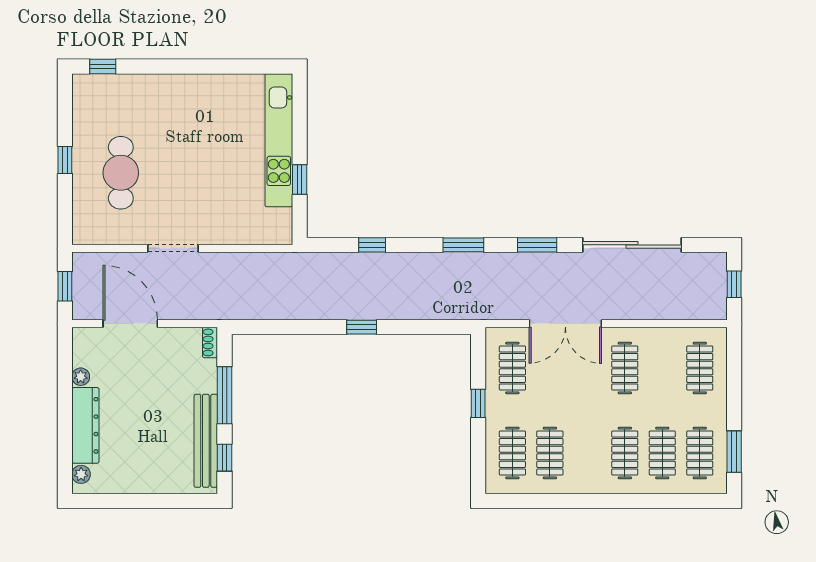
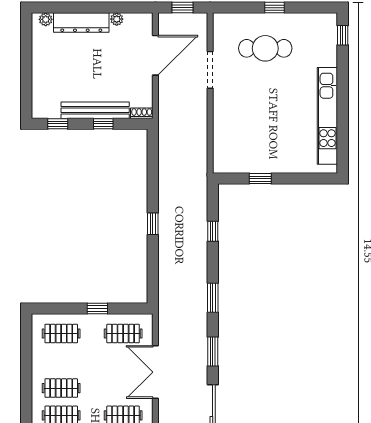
kitchen unit: (279, 140) -> (327, 116), moved, turned -90
doorway: (173, 248) -> (210, 70), moved
window: (224, 395) -> (103, 124), width x0.46
bench: (206, 441) -> (95, 110), moved
clothes rail: (550, 453) -> (61, 388), moved

